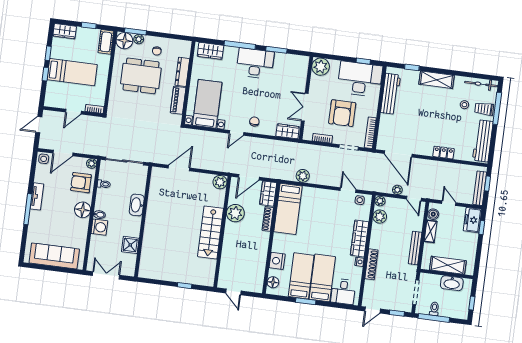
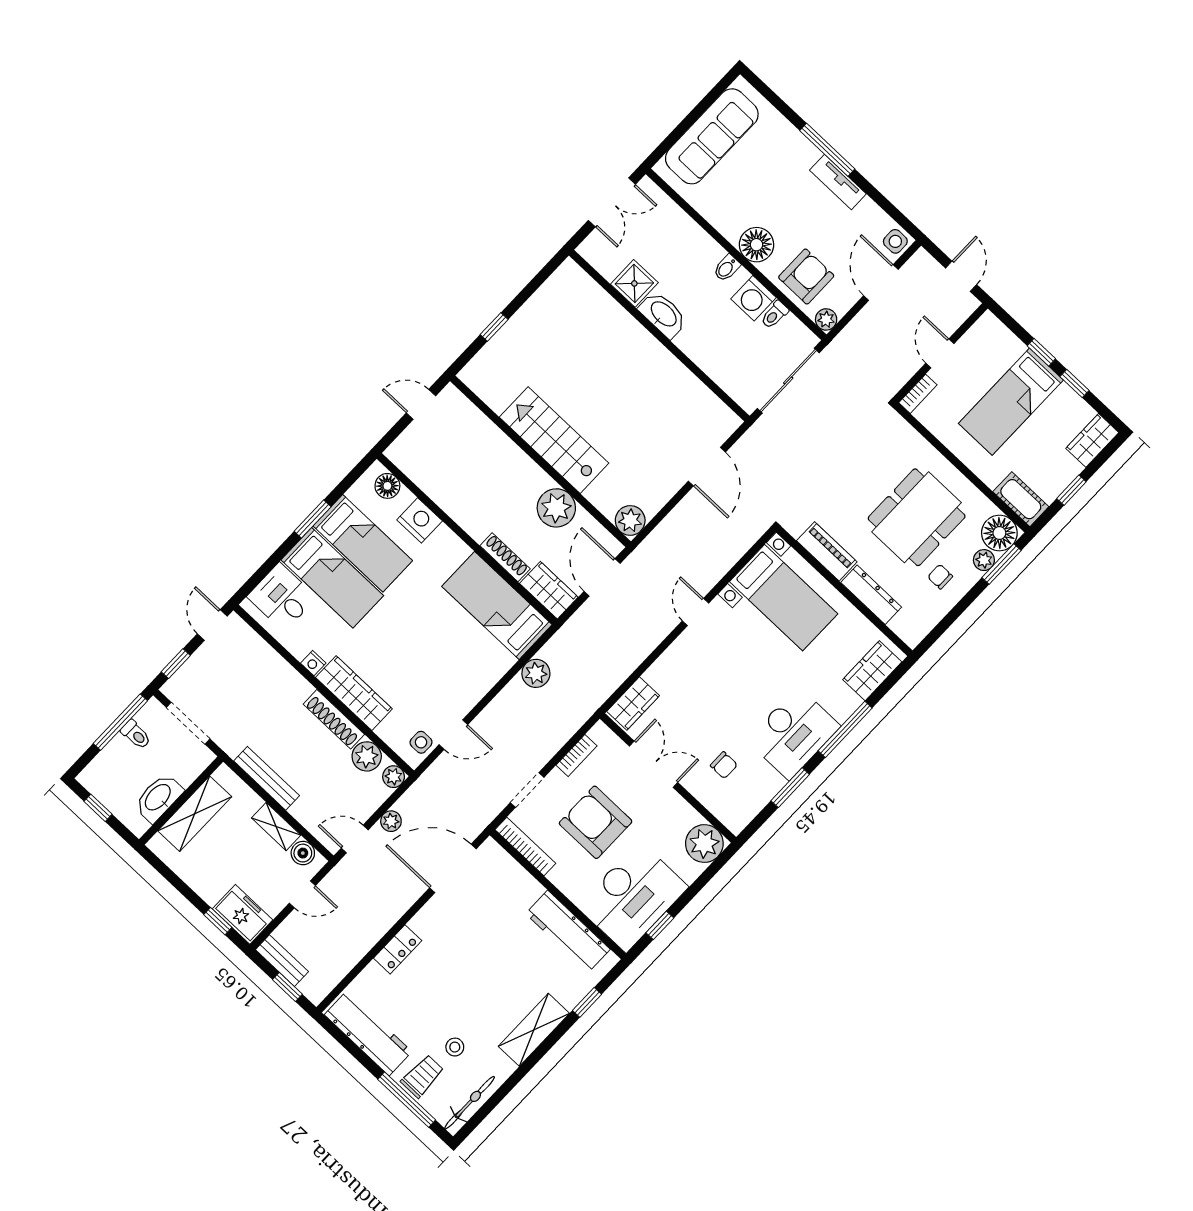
chair: (254, 121) -> (724, 765), moved
bench: (480, 188) -> (282, 961), width x0.73
washbasin: (137, 205) -> (663, 314), moved
washing machine: (99, 227) -> (753, 298), moved
shoe rack: (371, 264) -> (334, 719), moved

